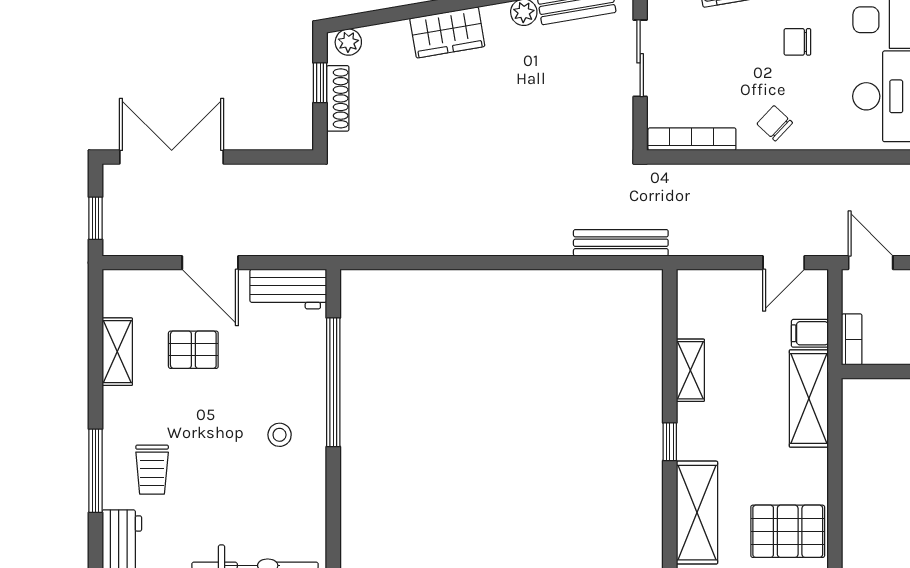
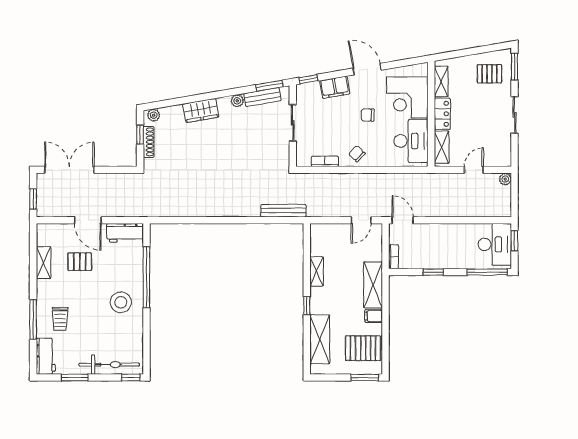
bookcase: (692, 139) -> (325, 161), width x0.64
filing cabinet: (810, 333) -> (374, 316), moved
stool: (280, 435) -> (121, 302), width x1.89, depth x1.89

